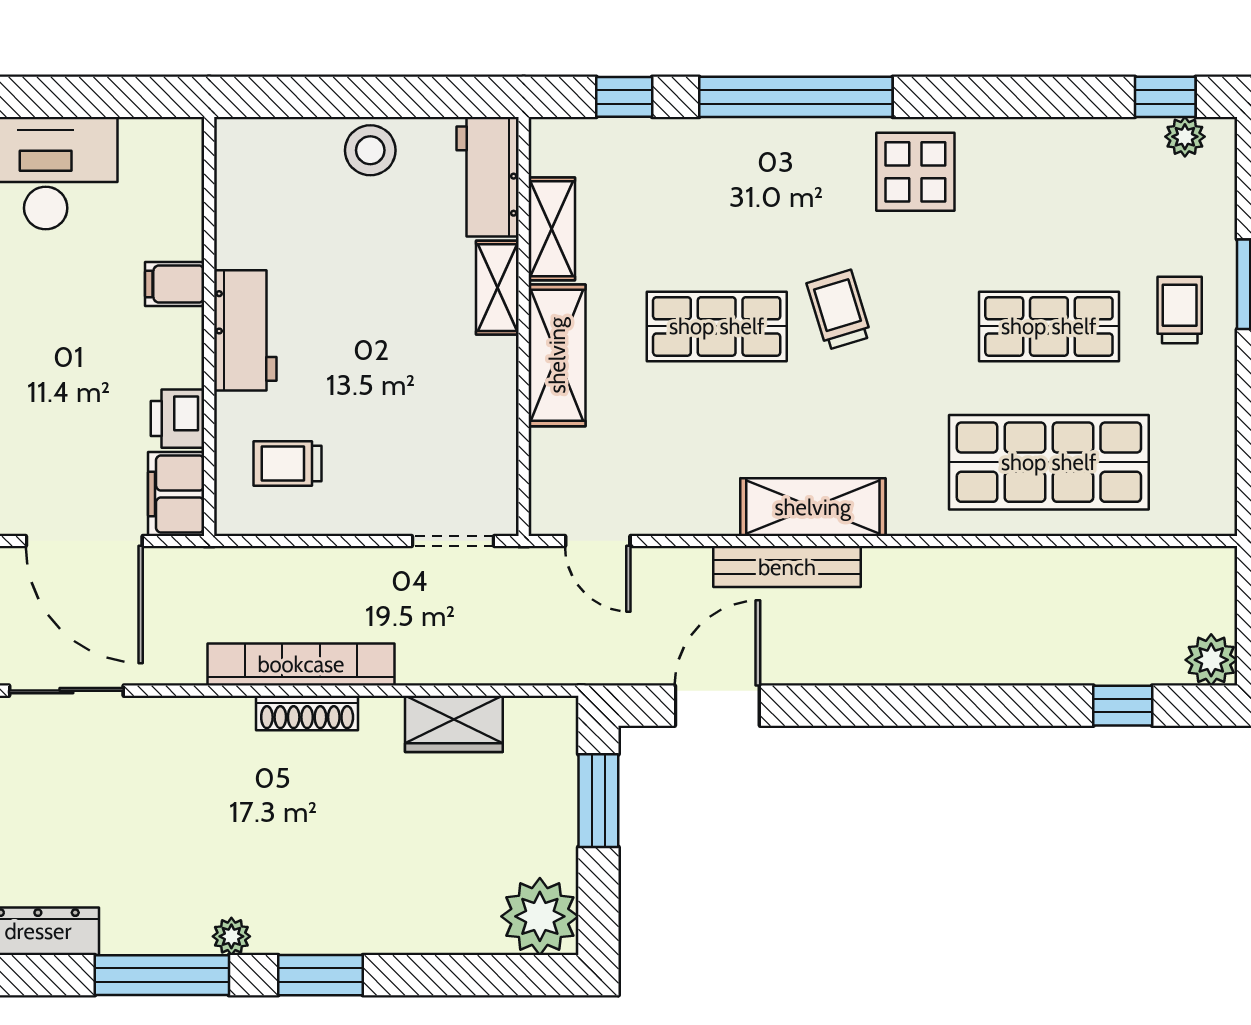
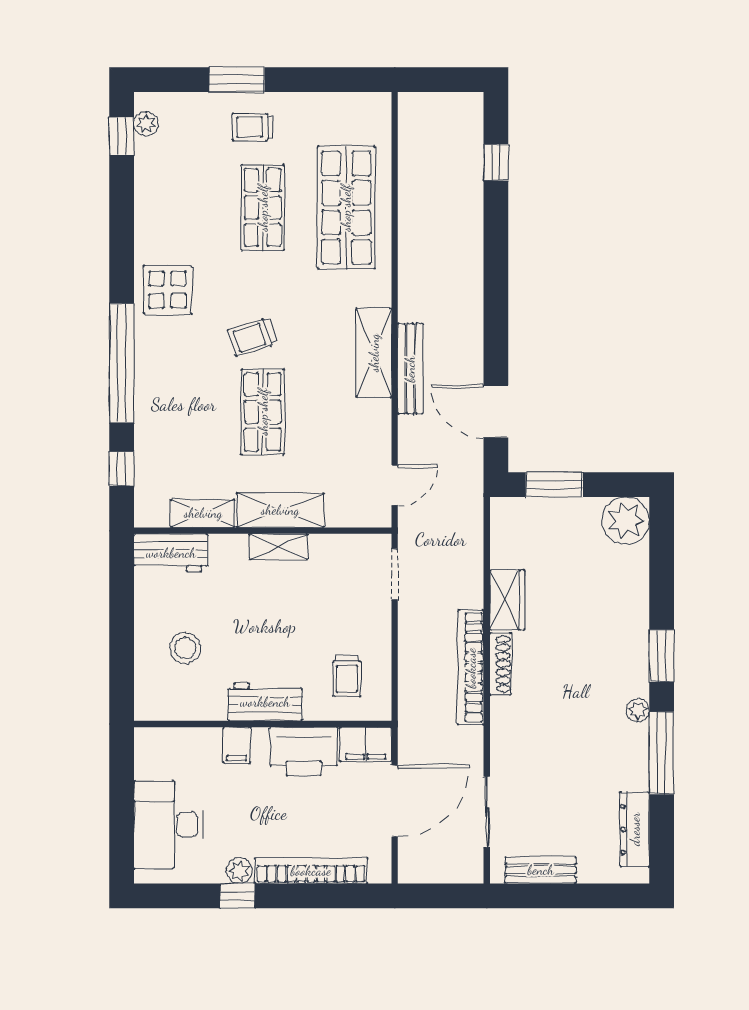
stool: (370, 150) -> (185, 648), moved
shelving: (497, 288) -> (279, 547), moved
printer: (178, 419) -> (304, 751), width x1.87, depth x1.48
plant: (1211, 660) -> (468, 108), removed
wardrobe: (454, 724) -> (507, 600), moved

